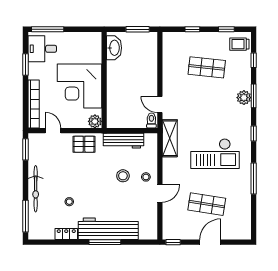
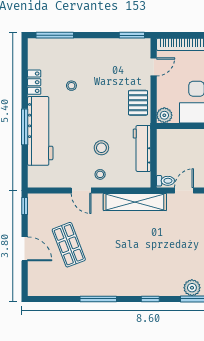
shelving: (170, 138) -> (135, 202), width x1.47
checkout: (215, 154) -> (127, 254), removed
bicycle: (36, 189) -> (86, 47), removed
shop shelf: (207, 204) -> (69, 245), turned -30

